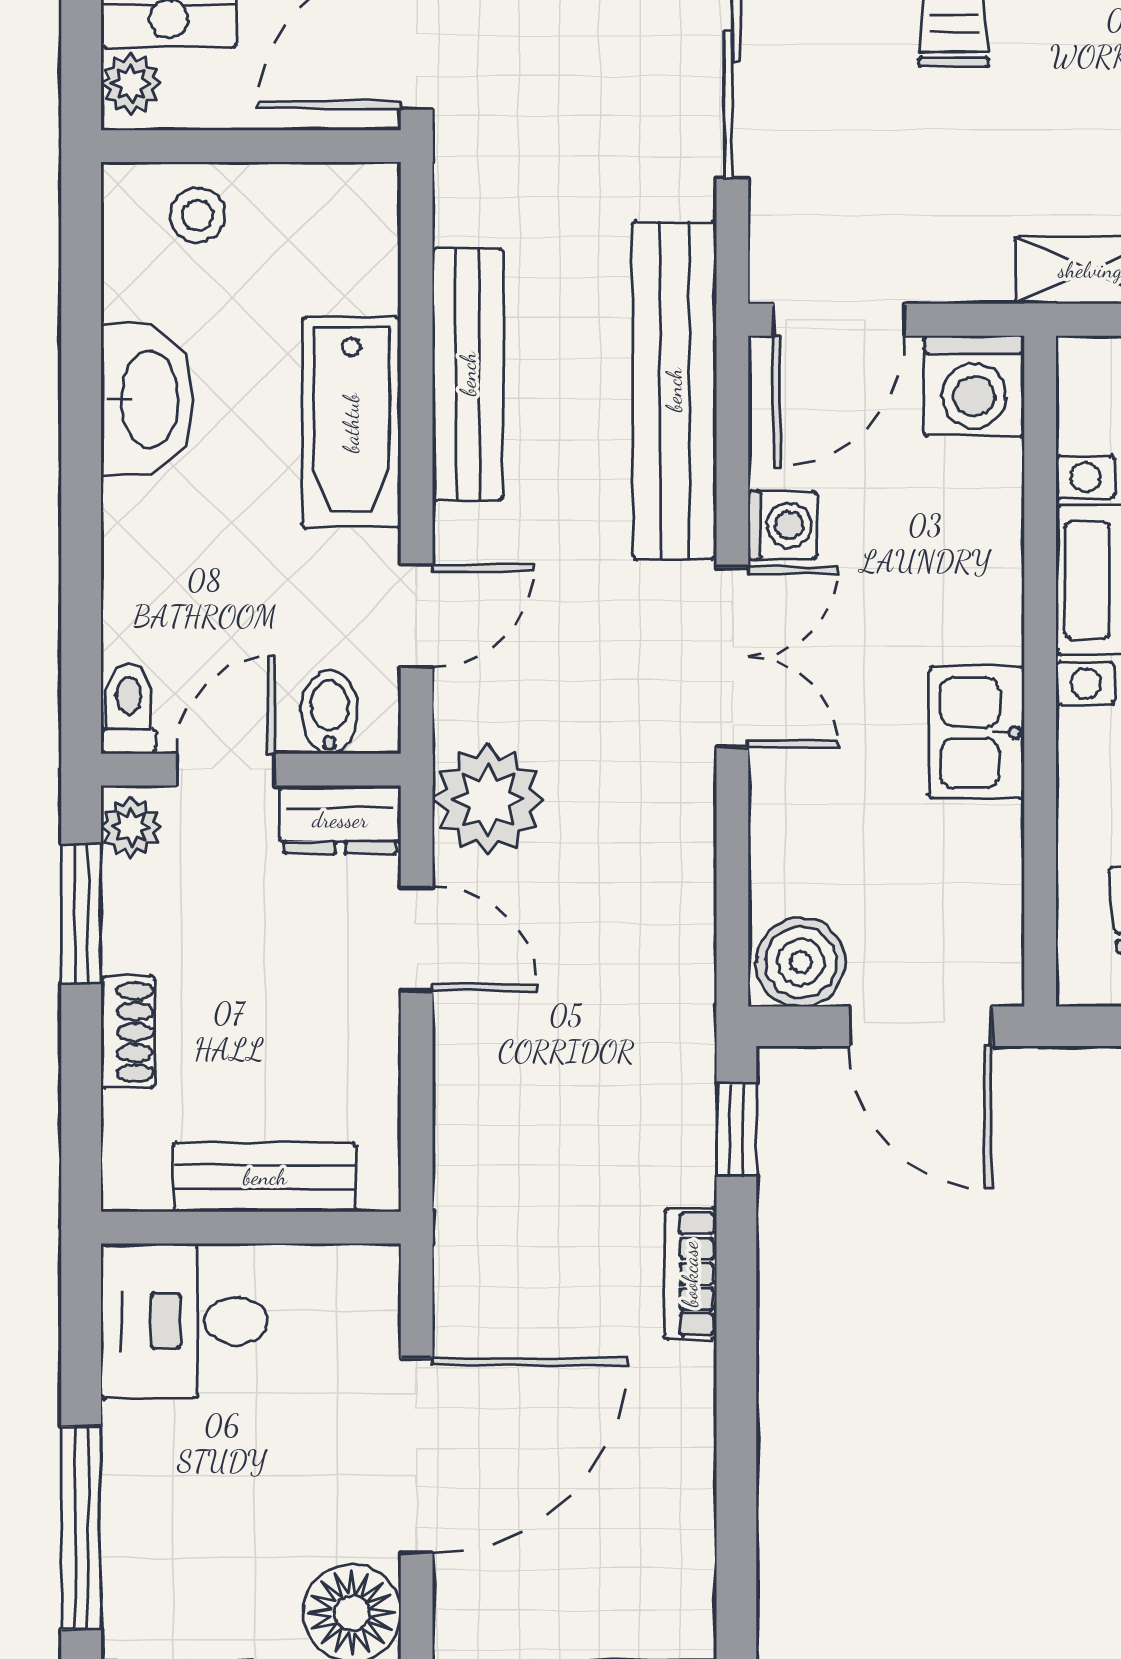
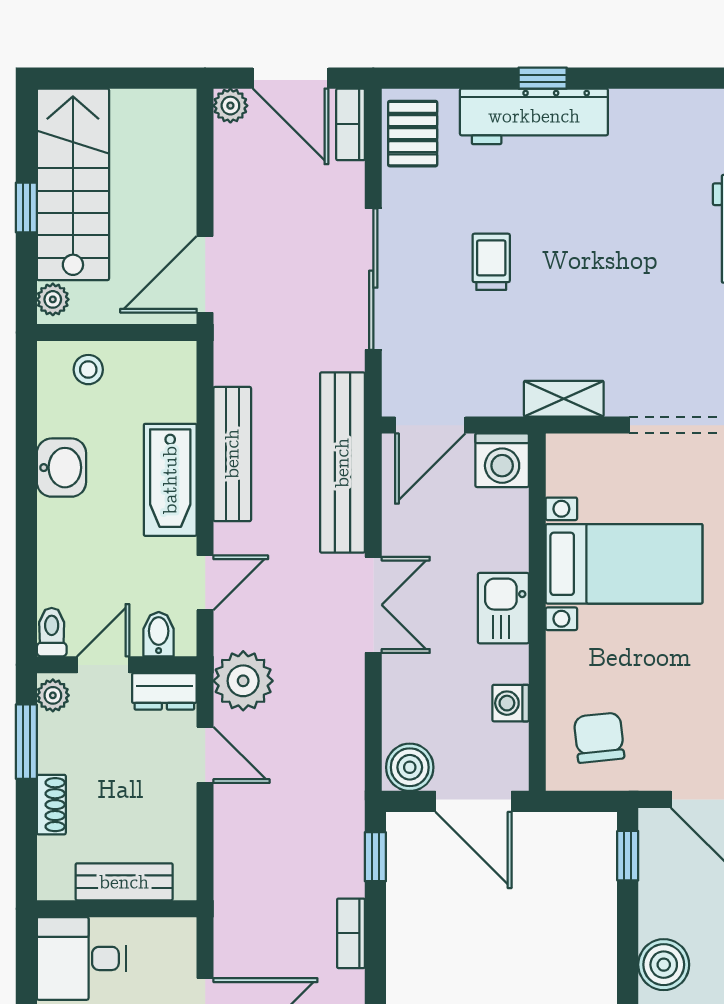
washbasin: (147, 400) -> (61, 468), width x0.72
washing machine: (782, 525) -> (511, 703), moved, turned 180
kitchen sink: (977, 733) -> (503, 608), moved

